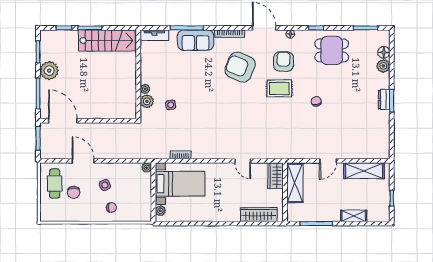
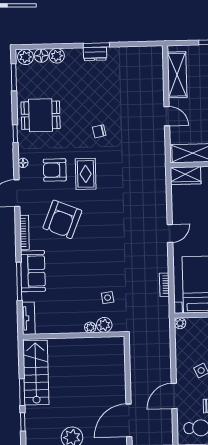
plant: (383, 39) -> (26, 57), added
dining table: (332, 50) -> (41, 115), turned 90
door: (243, 161) -> (170, 233), moved

